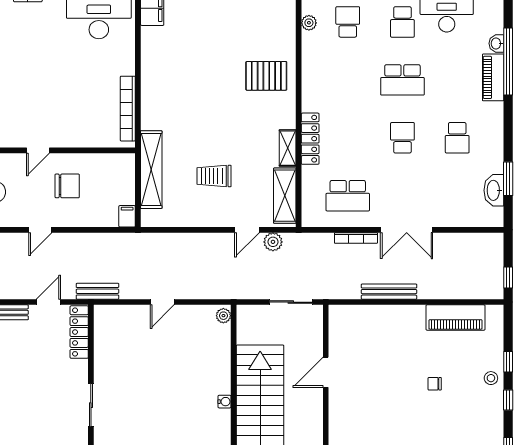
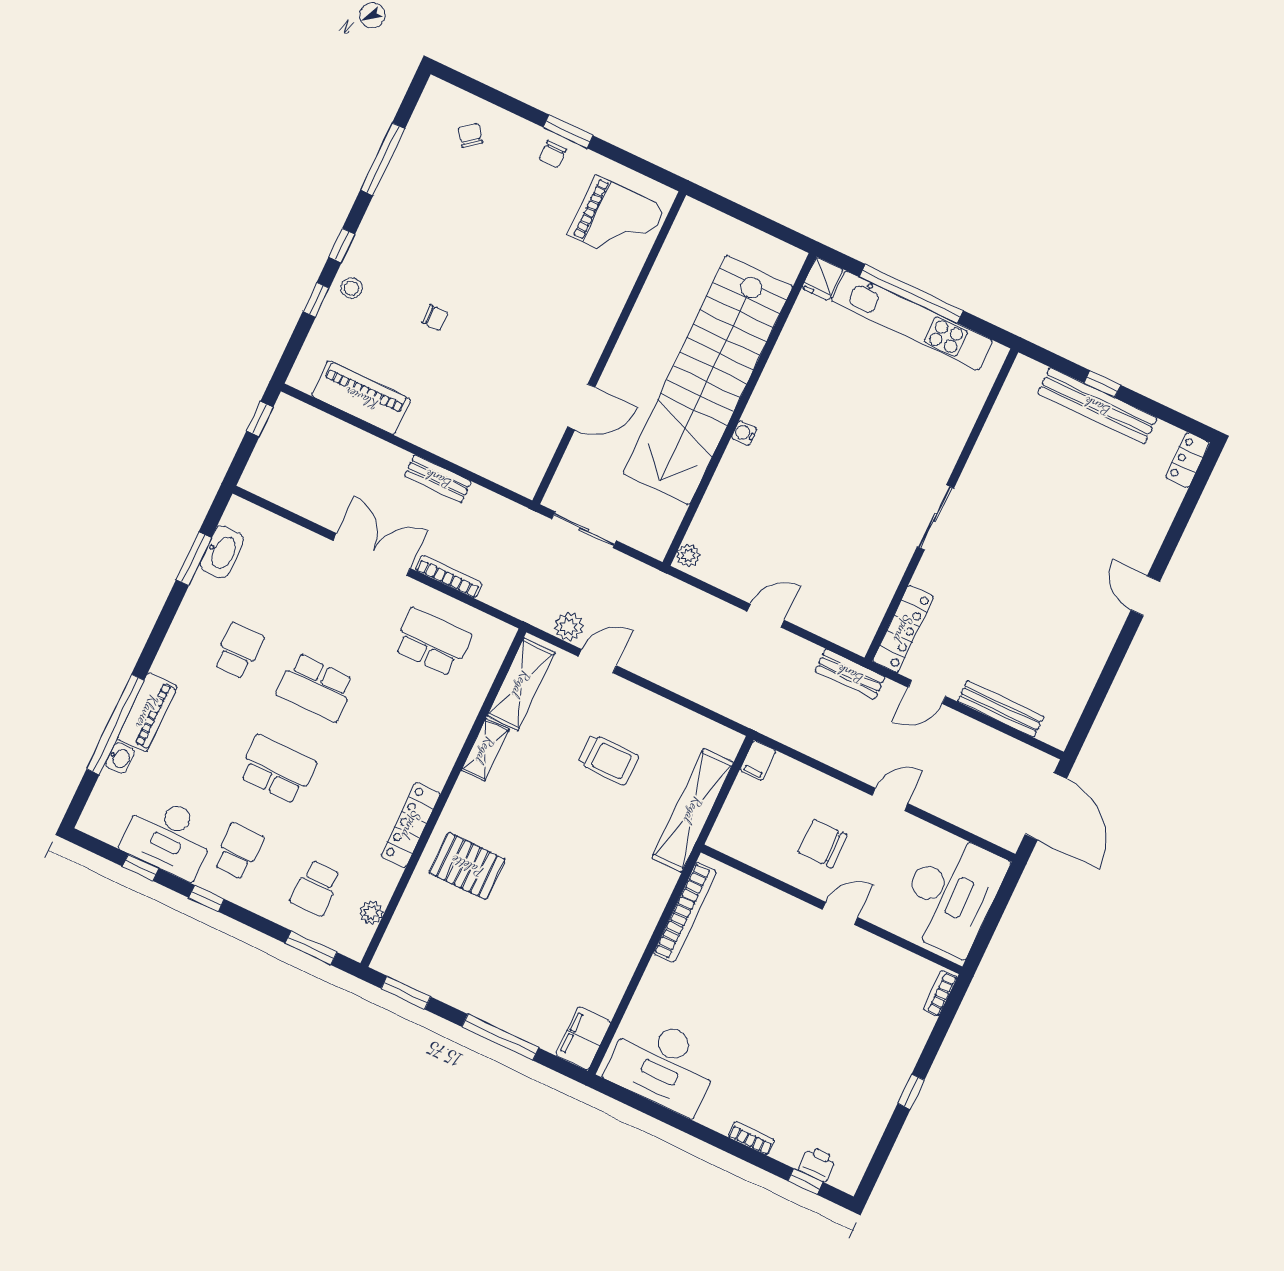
school desk: (402, 138) -> (316, 687), width x1.85
locker: (310, 139) -> (411, 825), moved
bench: (389, 292) -> (438, 479), width x0.73

